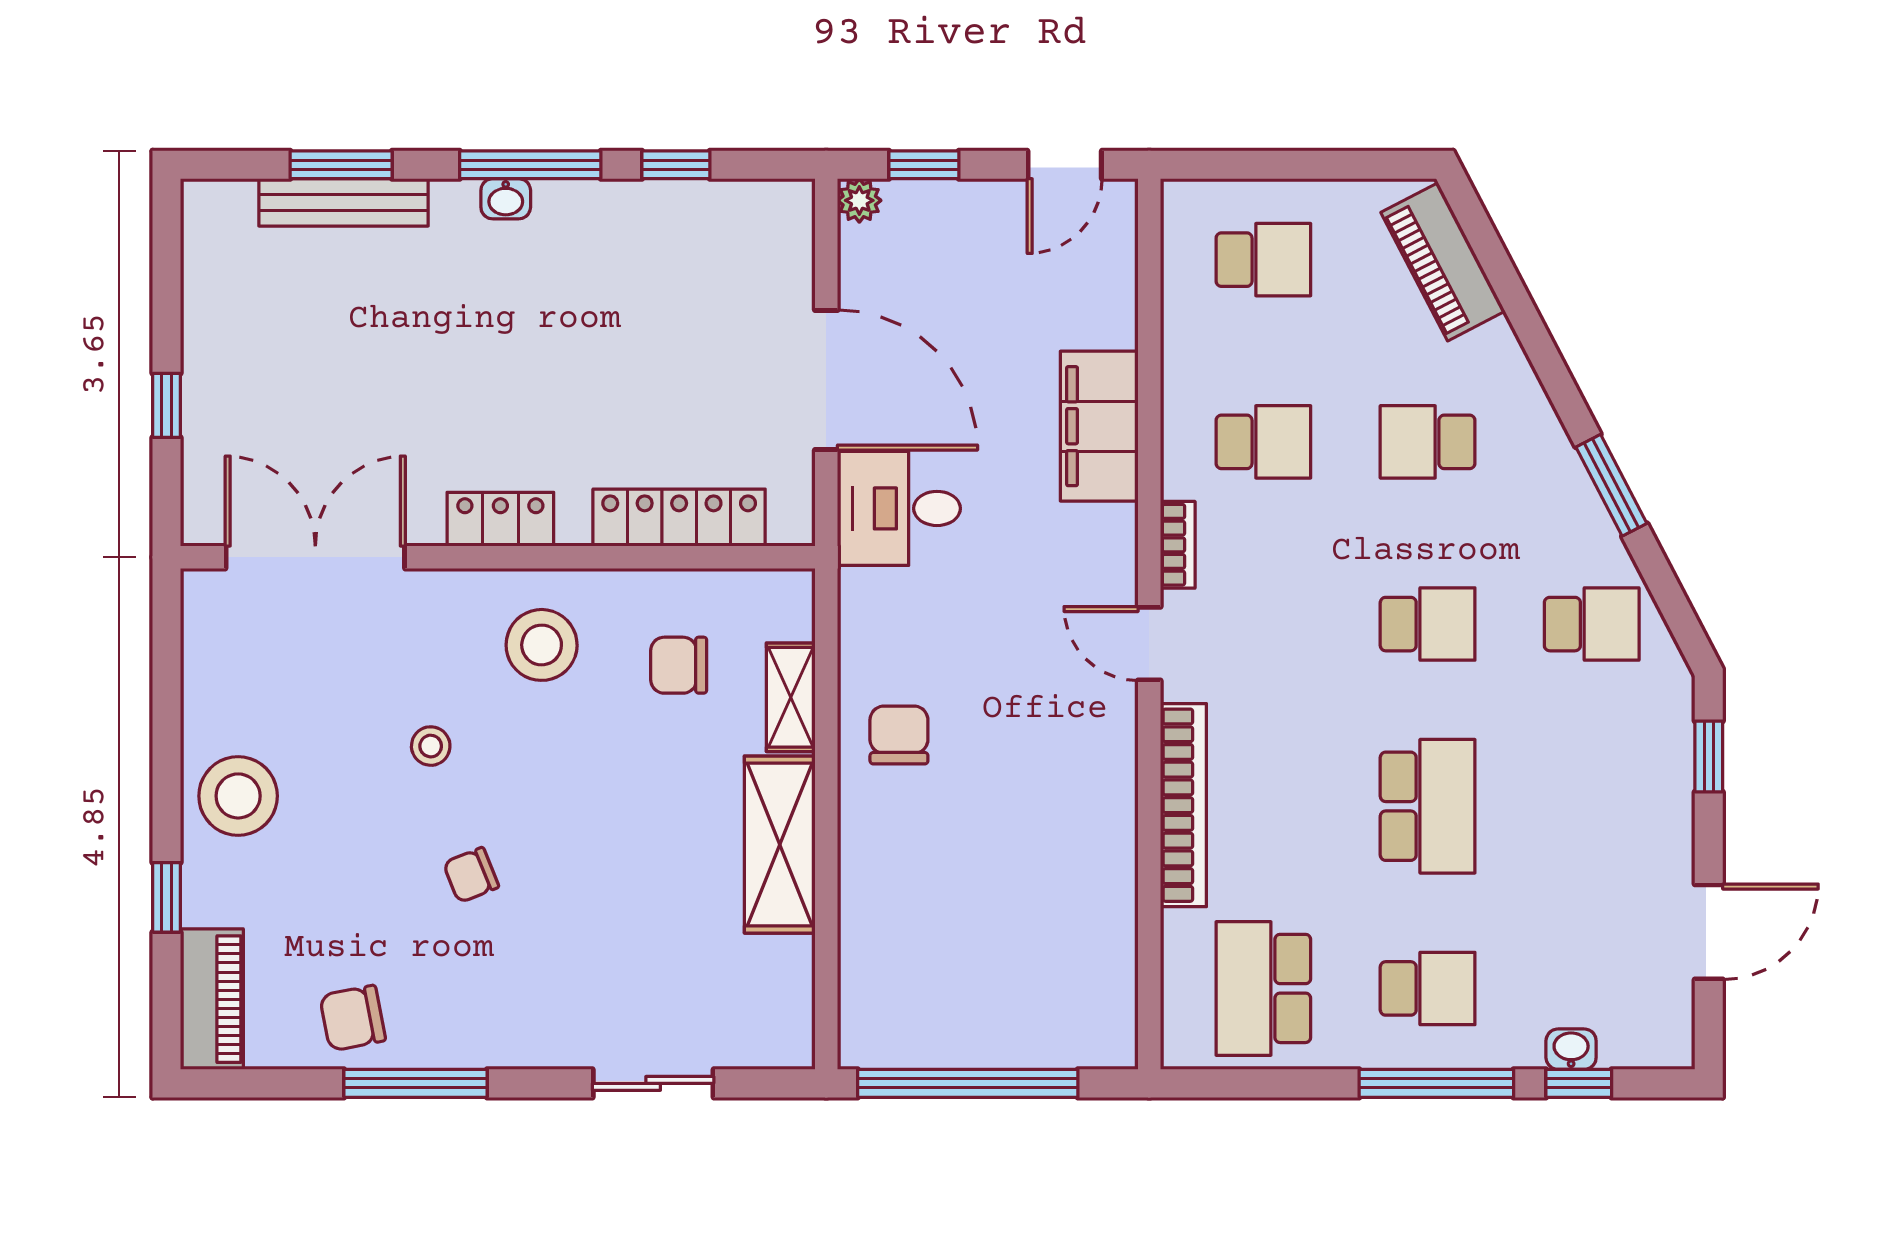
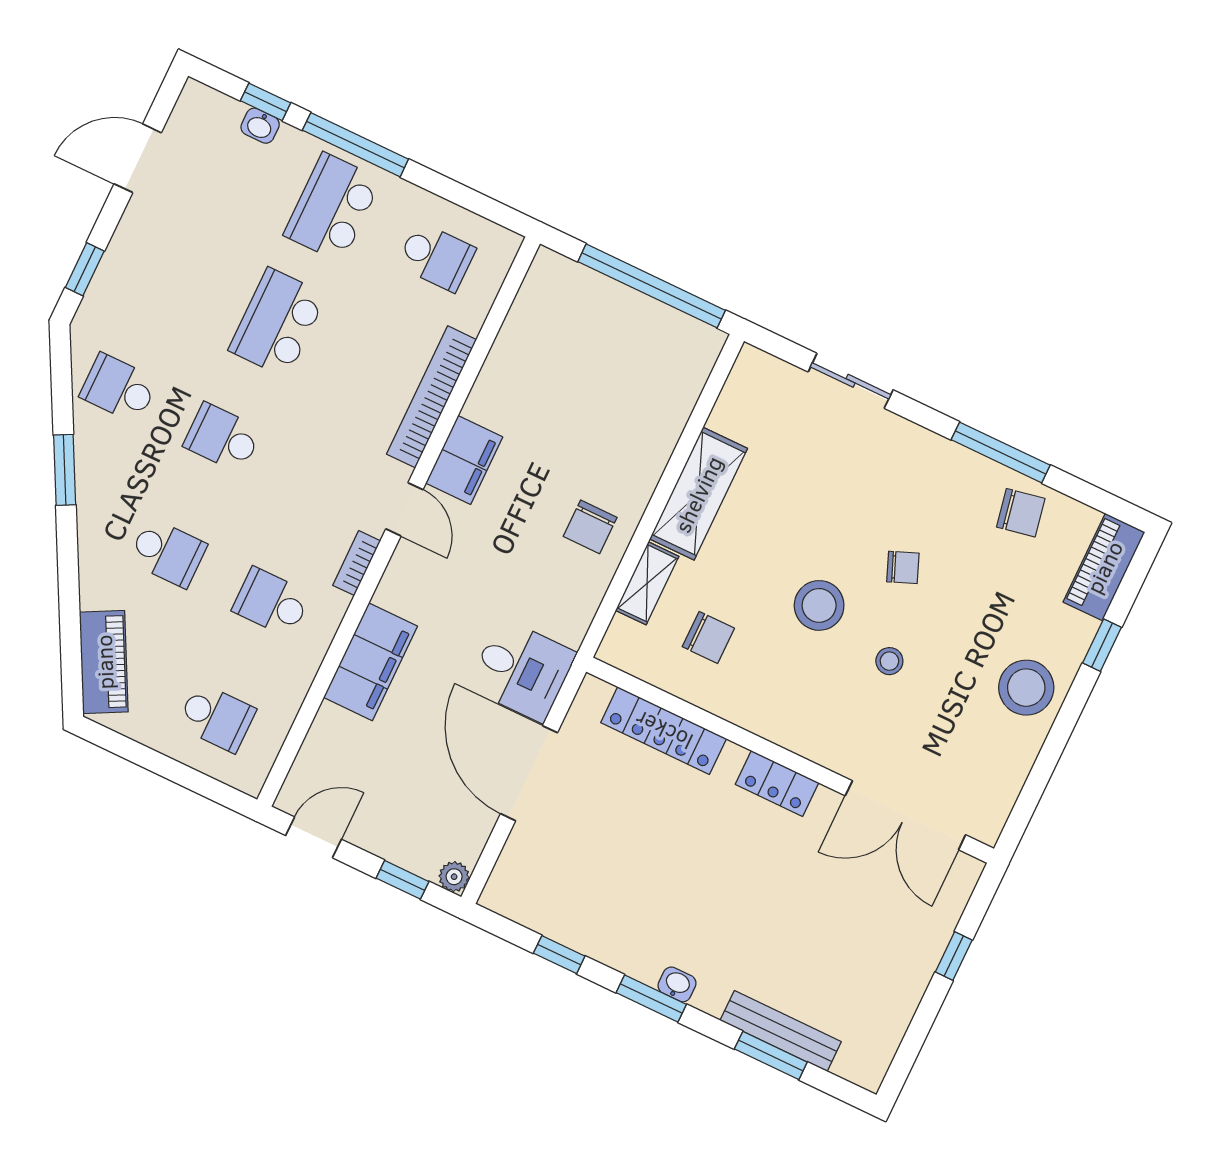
window: (530, 165) -> (651, 998), width x0.69
school desk: (1263, 260) -> (216, 717), turned 180
stool: (542, 645) -> (819, 605), moved
filing cabinet: (1102, 744) -> (464, 460), added
school desk: (1263, 988) -> (436, 257), width x0.54
school desk: (1428, 988) -> (332, 207), width x1.85

